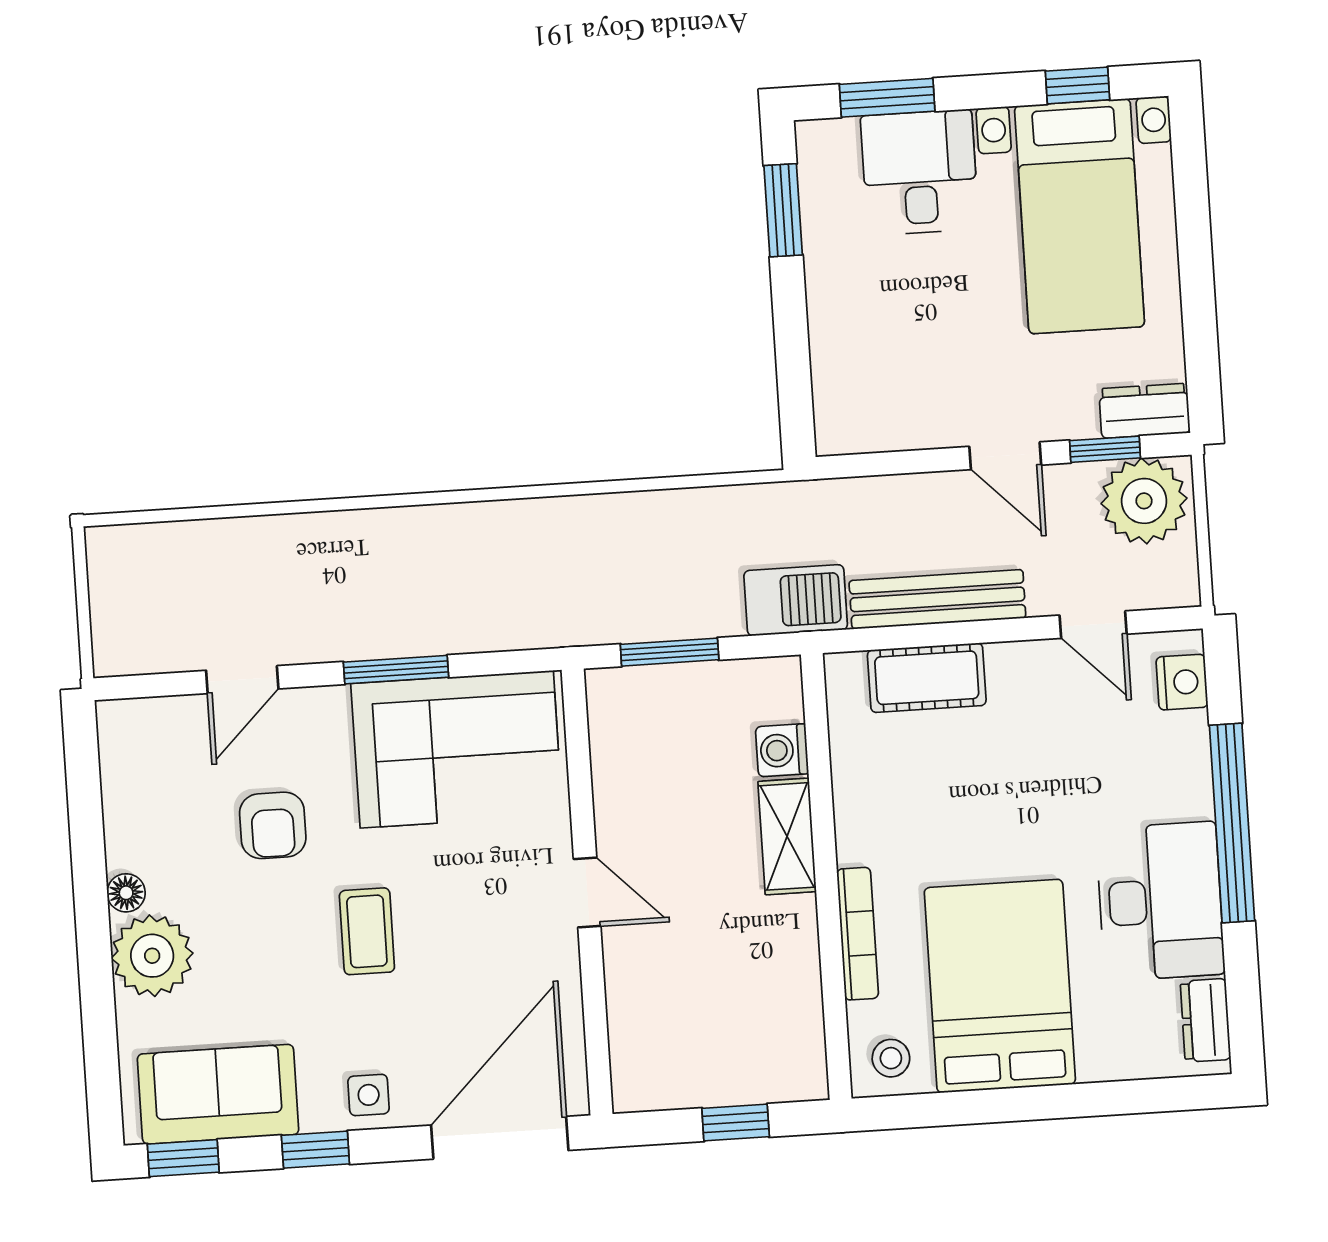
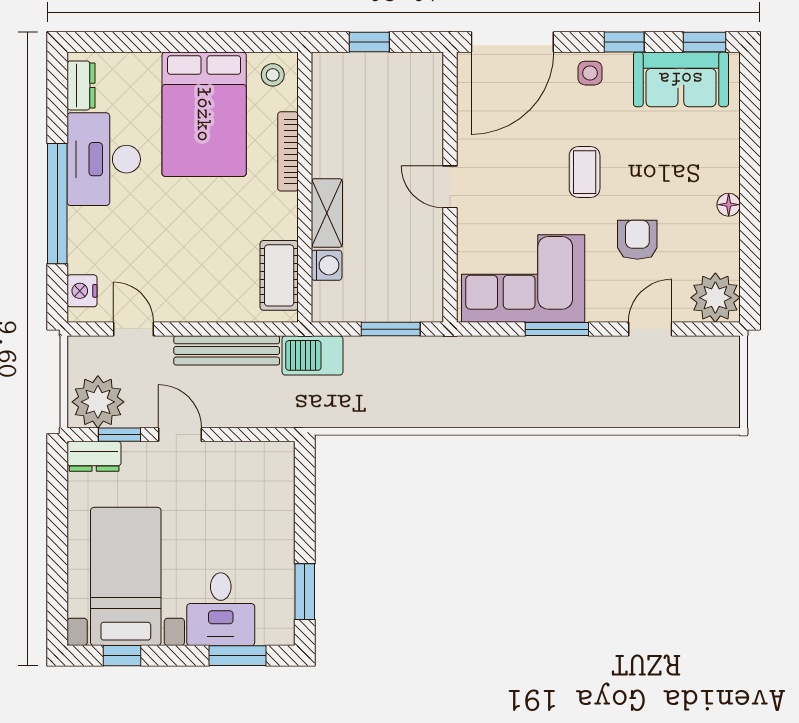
cot: (927, 678) -> (279, 275), moved, turned 90
plant: (152, 956) -> (715, 298), moved

